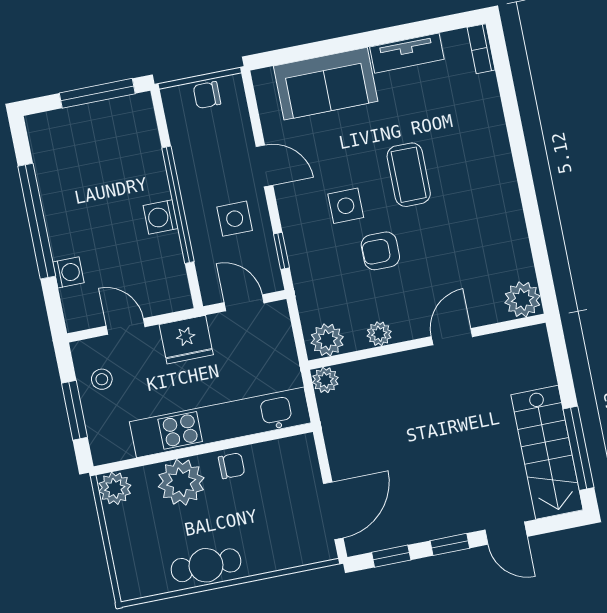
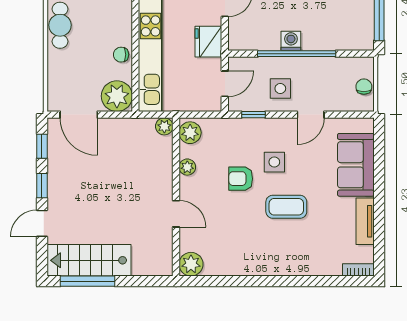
armchair: (380, 251) -> (241, 179), turned -90
chair: (232, 466) -> (121, 55), turned 90
plant: (181, 482) -> (117, 96), moved

